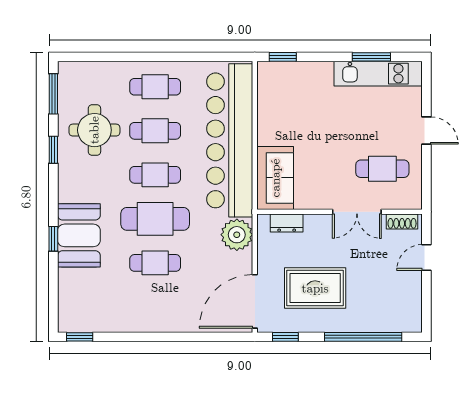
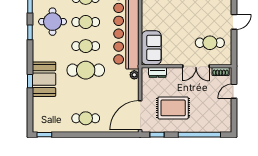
door: (426, 131) -> (234, 22), hinge flipped
plant: (237, 235) -> (134, 75), width x0.53, depth x0.53
cafe table: (155, 263) -> (86, 118), moved

